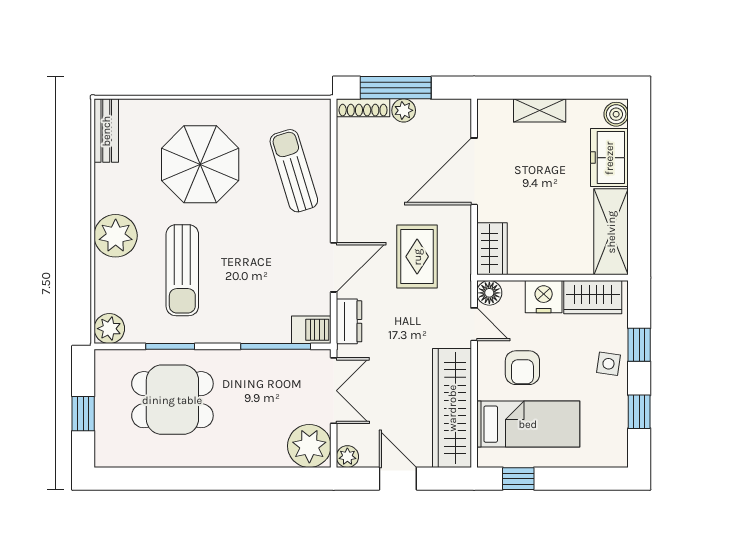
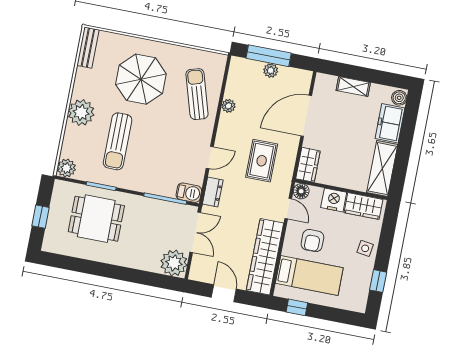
shoe rack: (363, 108) -> (246, 64), removed
door: (334, 267) -> (210, 157), width x0.73
window: (639, 345) -> (386, 240), removed
plant: (347, 457) -> (228, 106), moved

